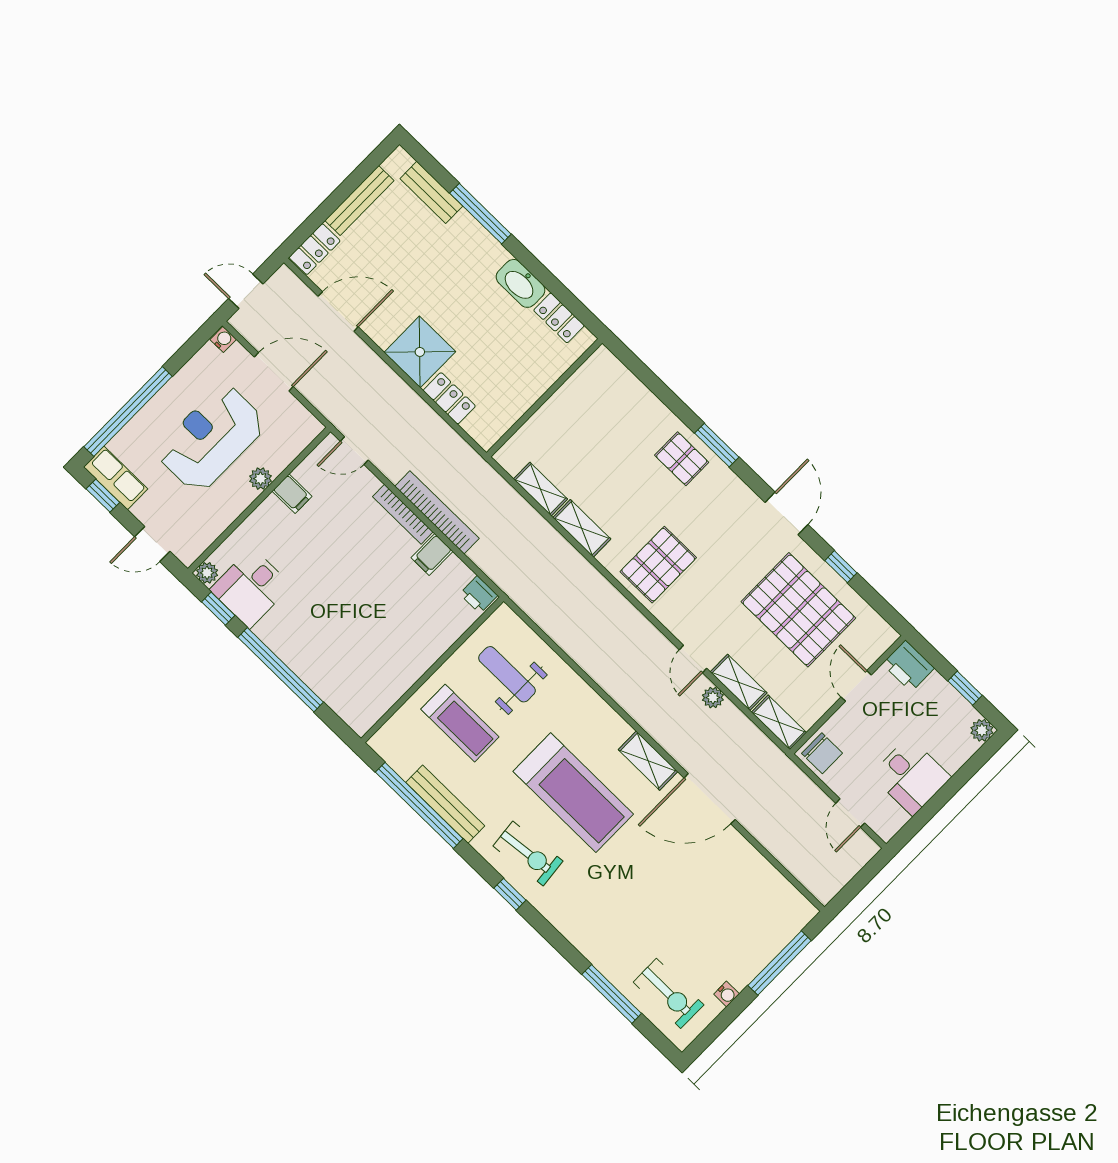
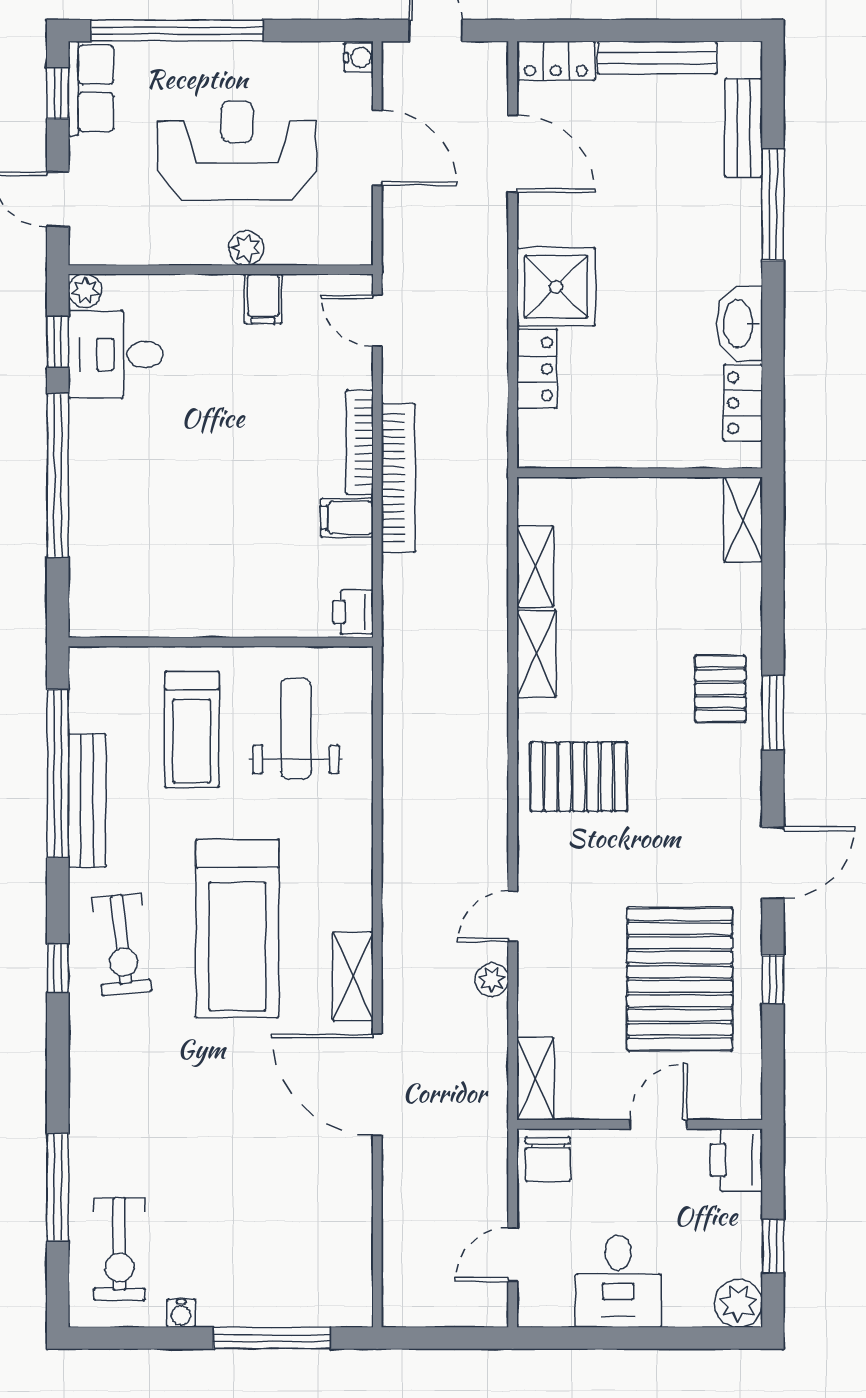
shelving: (739, 682) -> (743, 520), moved
plant: (982, 730) -> (738, 1303), width x1.38, depth x1.38

